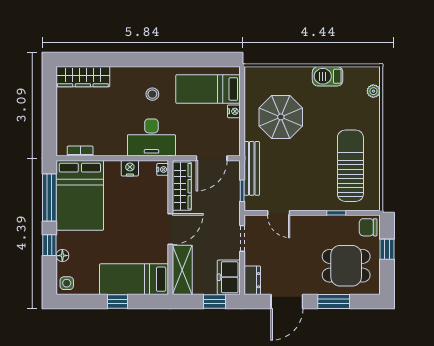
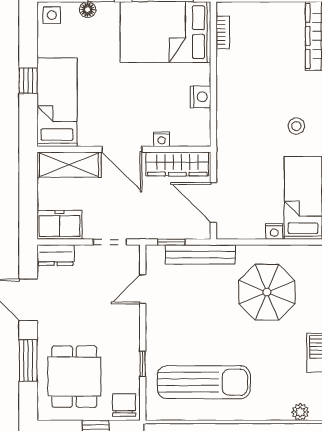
desk: (151, 138) -> (240, 125), removed
nightstand: (163, 169) -> (162, 139), moved
window: (215, 301) -> (28, 206), removed

